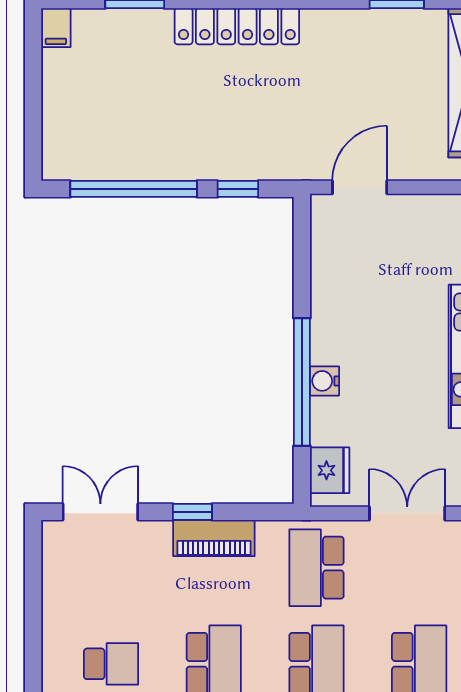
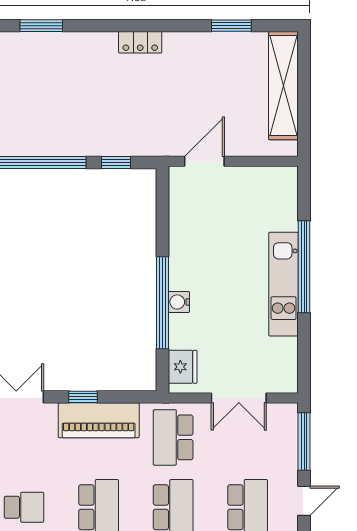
locker: (237, 26) -> (140, 42), width x0.46, depth x0.83
double door: (407, 513) -> (239, 398), swing flipped
piano: (214, 538) -> (99, 420), width x1.37, depth x1.33

